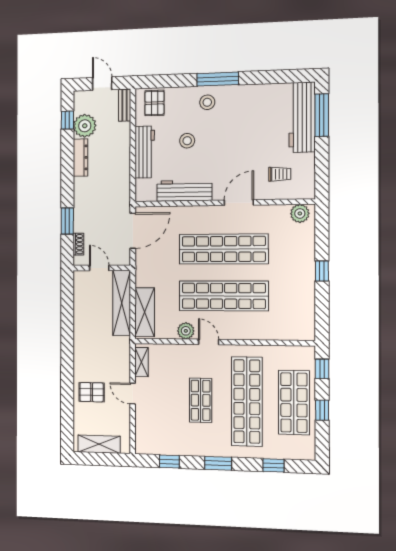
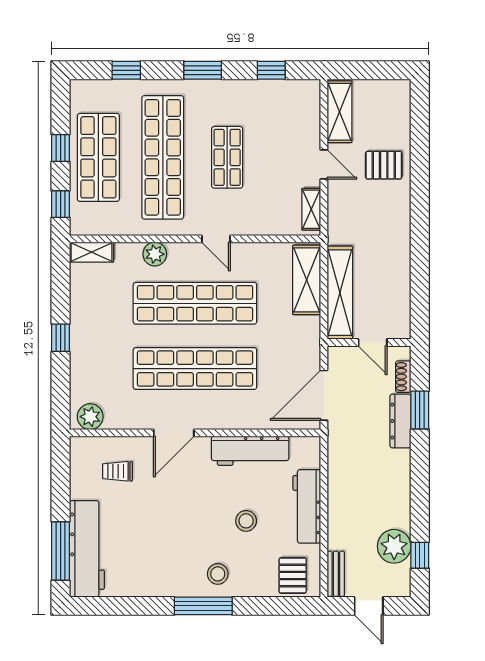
dresser: (80, 158) -> (400, 421), moved
plant: (186, 331) -> (155, 254), moved
shelving: (299, 333) -> (91, 252), added
shelving: (99, 444) -> (340, 112), moved, turned 90

